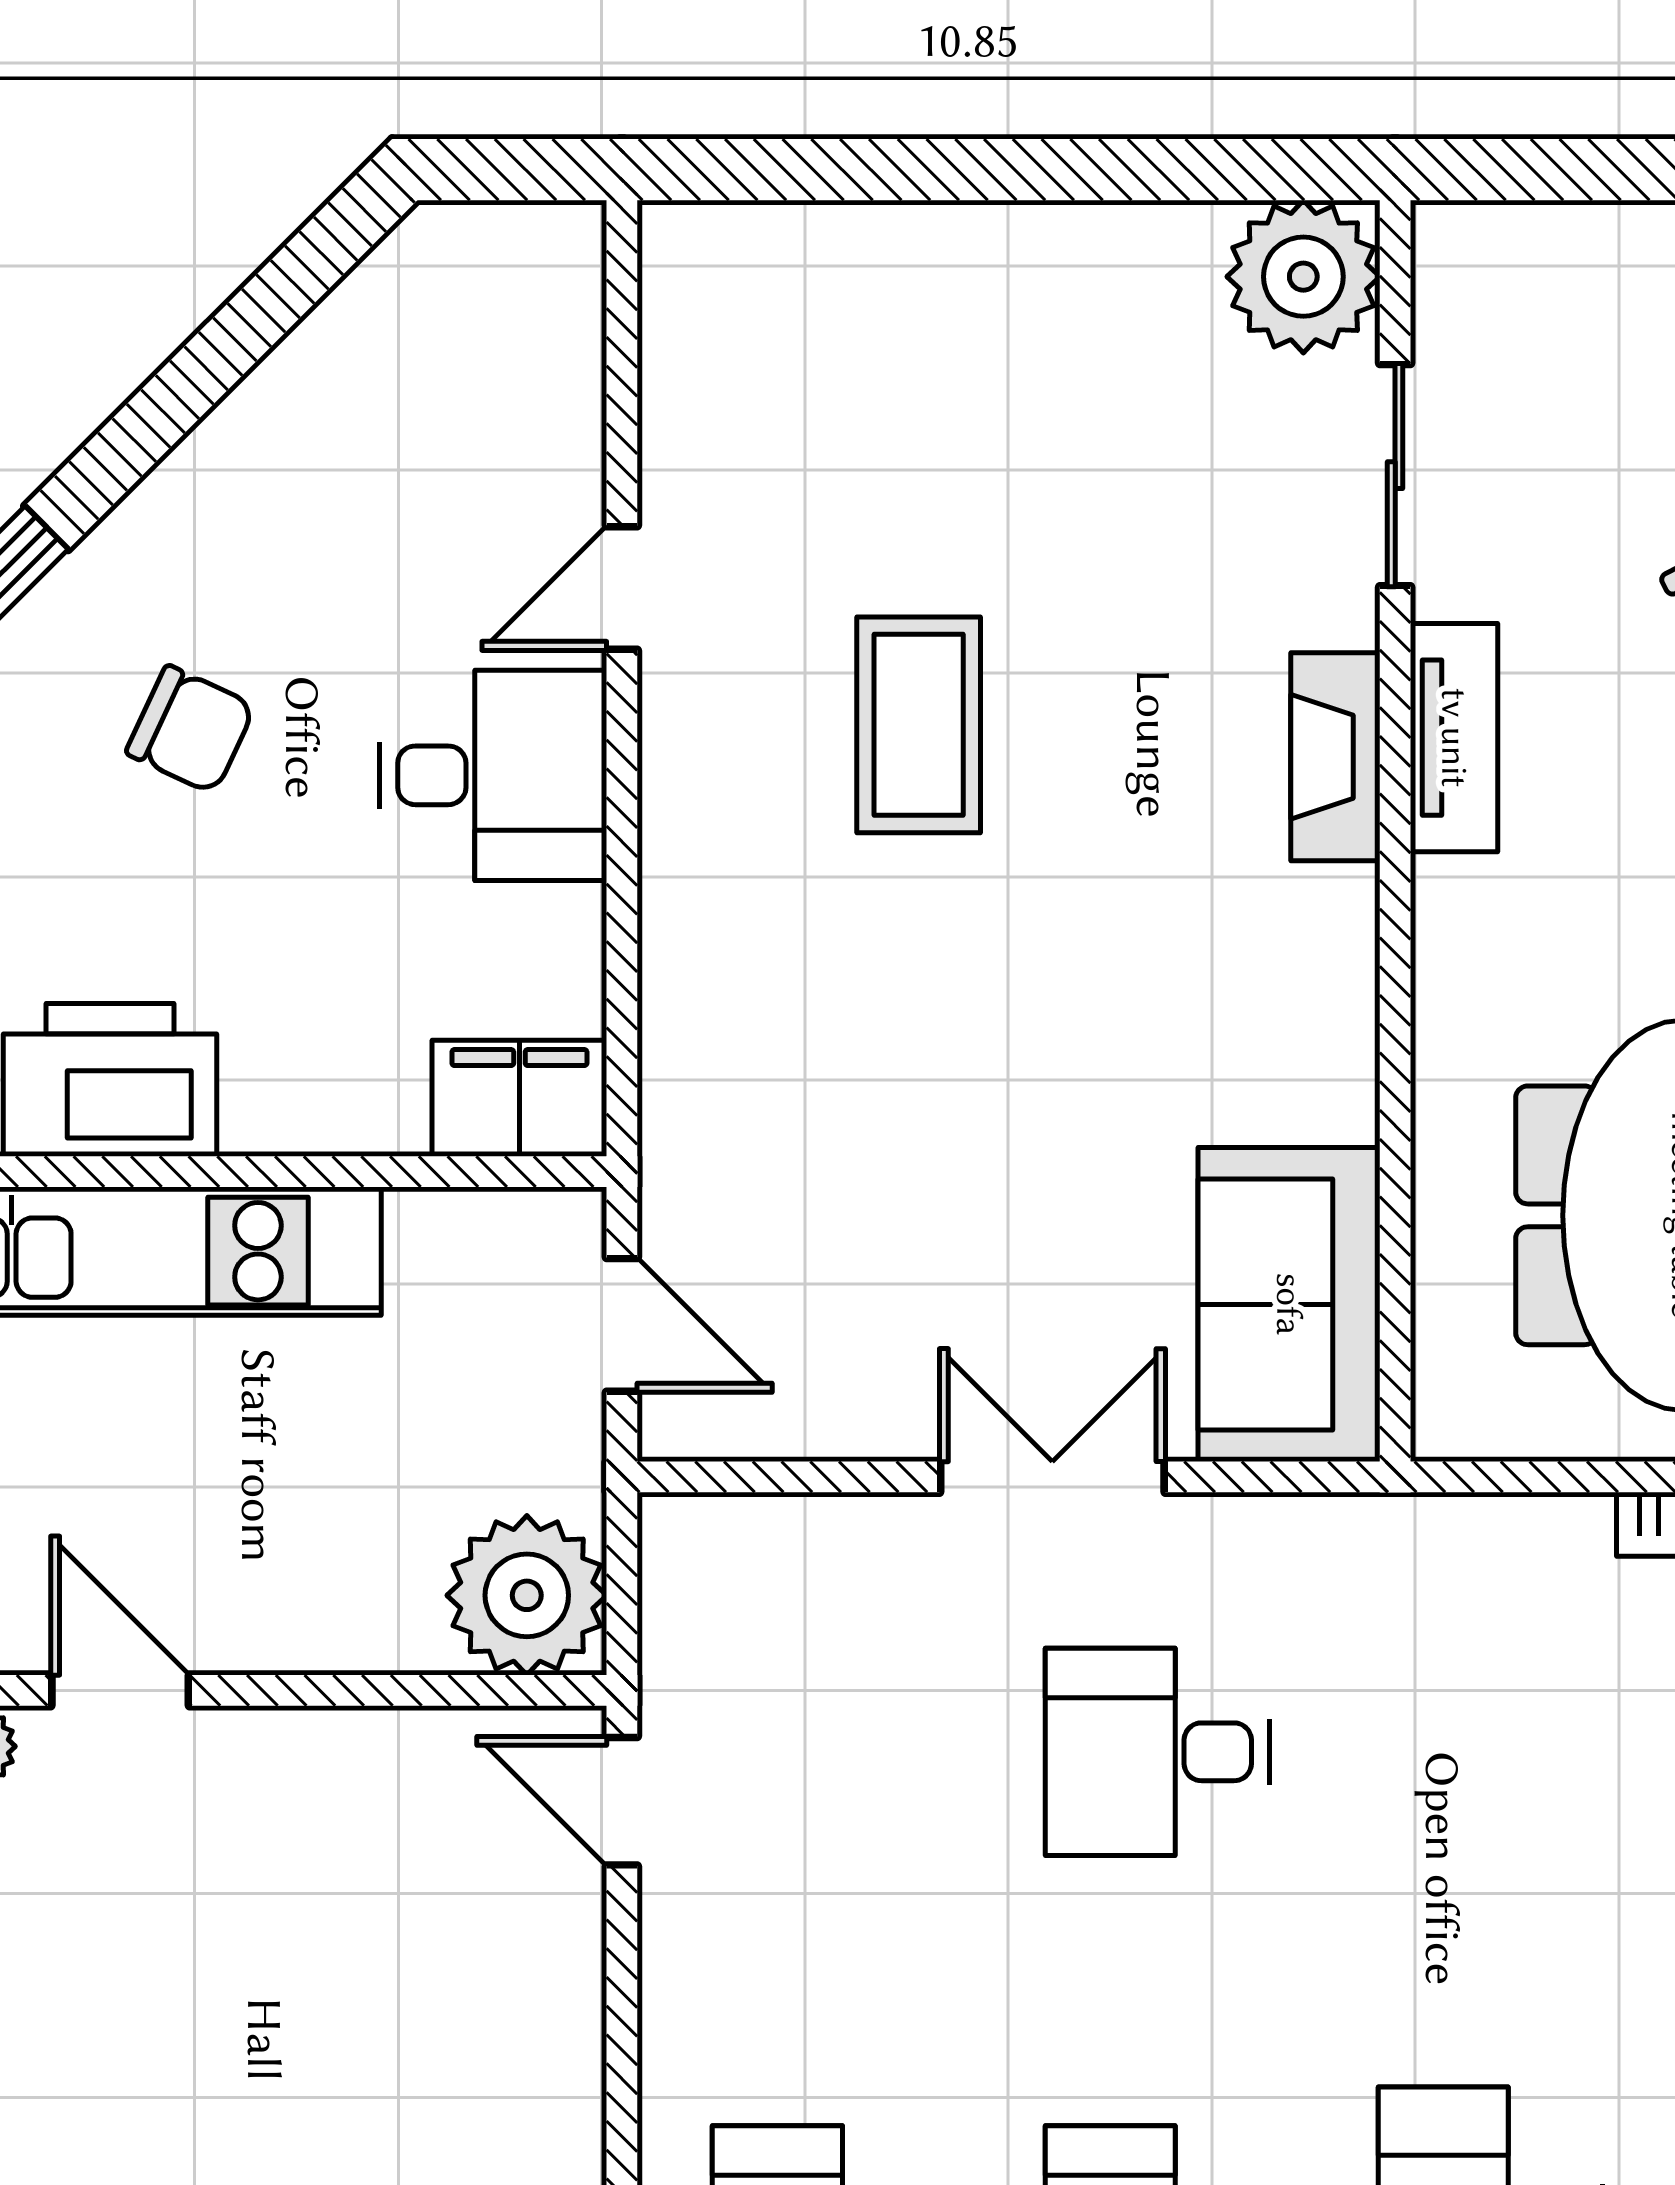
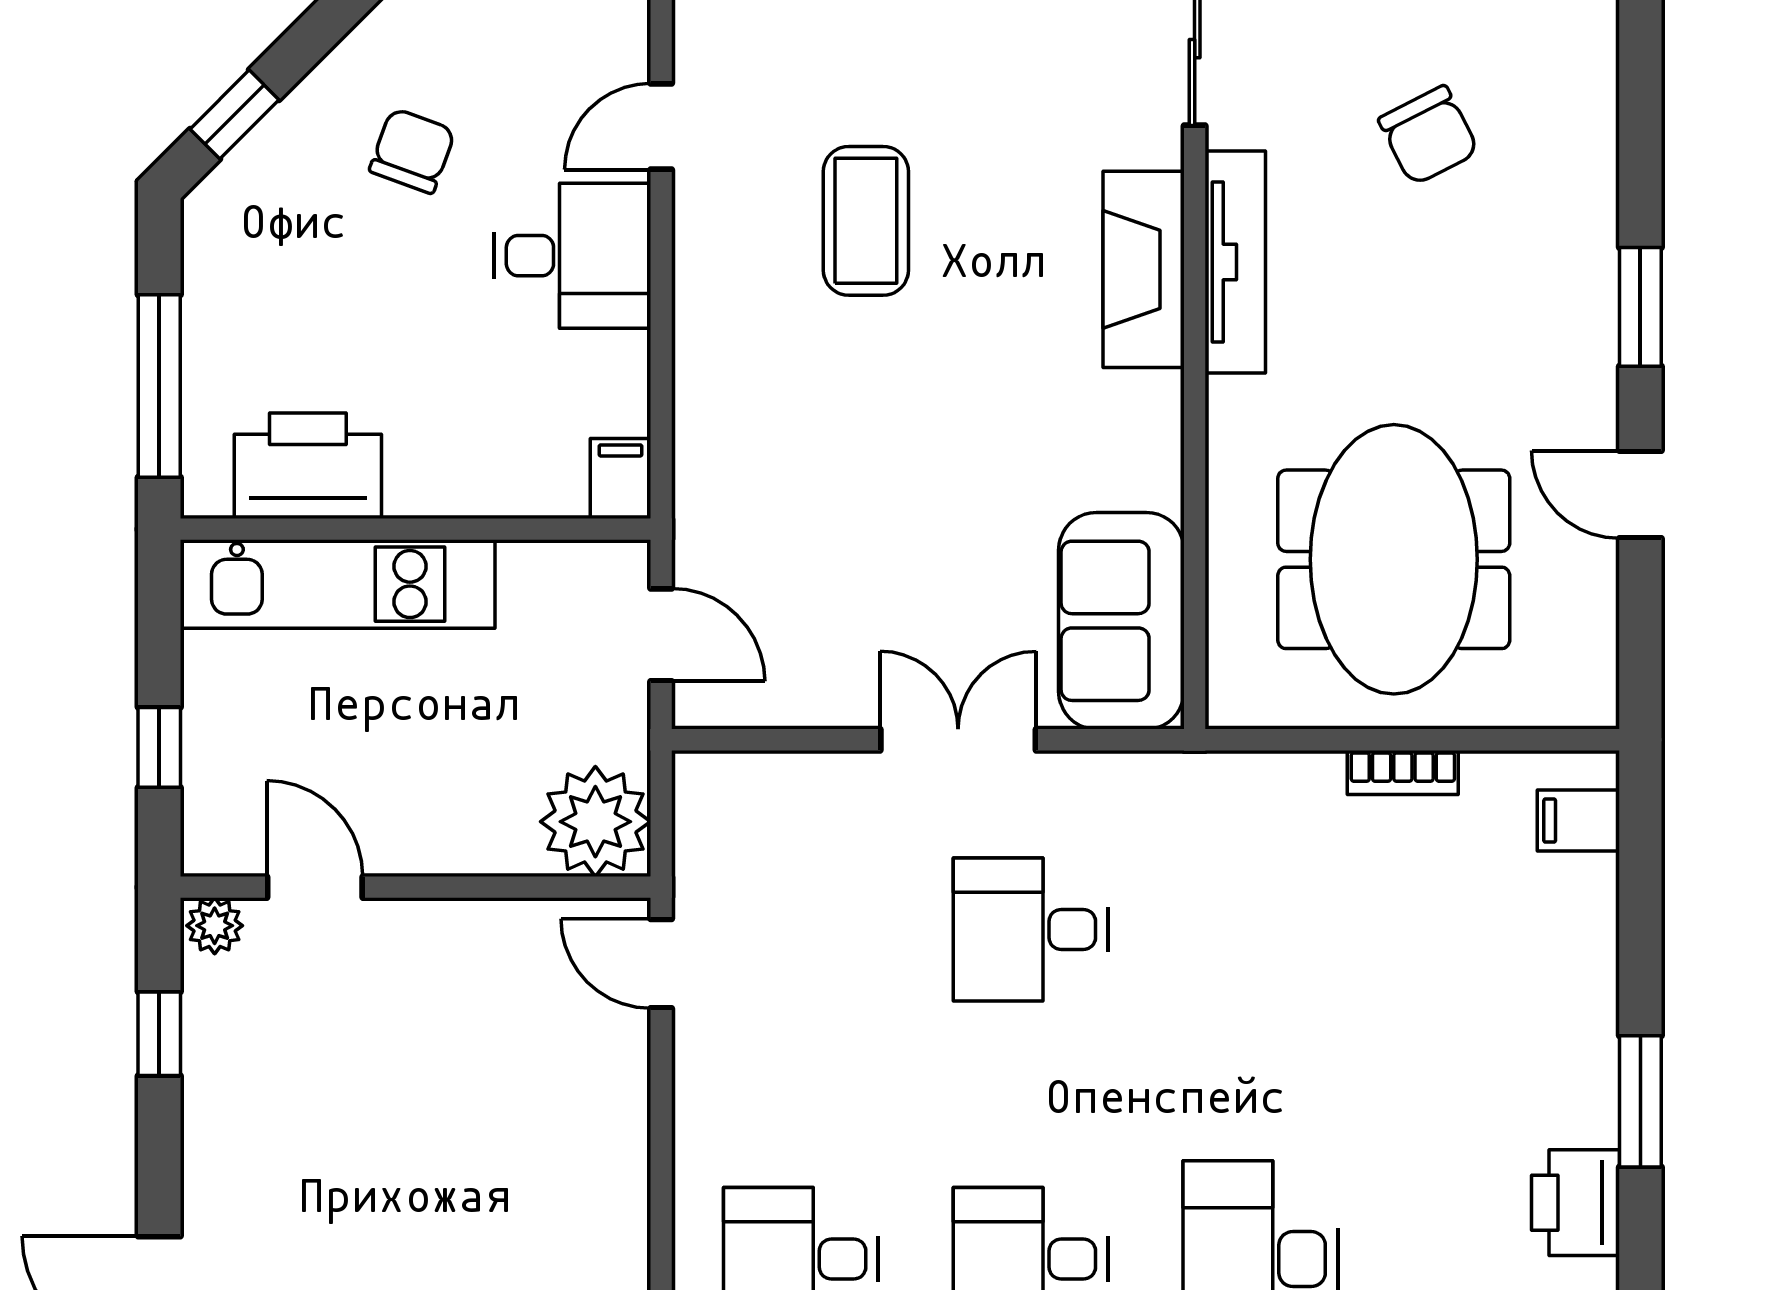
chair: (191, 729) -> (412, 151), moved, turned -95
tv unit: (1454, 738) -> (1235, 262), width x1.41
fireplace: (1335, 757) -> (1144, 269), width x1.37, depth x1.32
filing cabinet: (519, 1098) -> (620, 479), width x0.50

